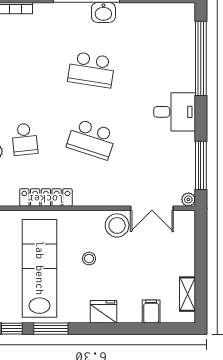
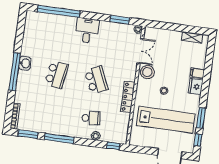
school desk: (91, 139) -> (96, 80), turned -42
window: (201, 165) -> (120, 20), width x0.69
locker: (46, 198) -> (128, 97), moved
lab bench: (39, 268) -> (166, 120), turned 180
filing cabinet: (151, 311) -> (197, 73), moved

